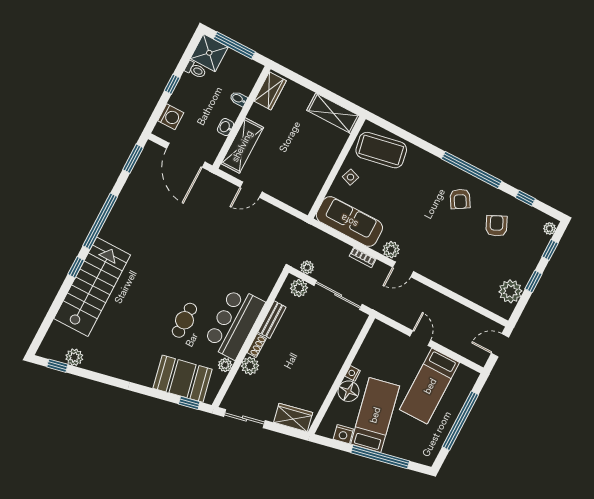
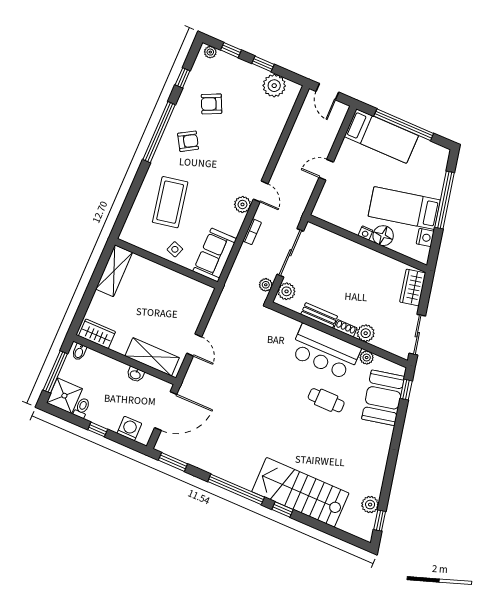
bidet: (238, 99) -> (79, 352), moved
coffee table: (381, 150) -> (170, 202), moved
sofa: (349, 221) -> (215, 255), width x0.73
bed: (430, 386) -> (381, 136), moved

